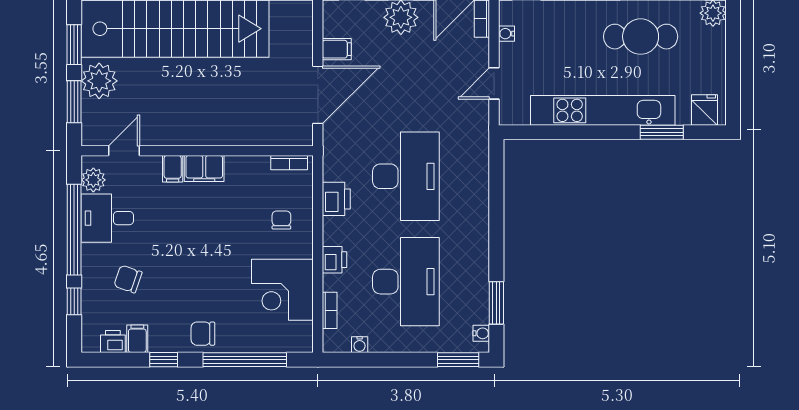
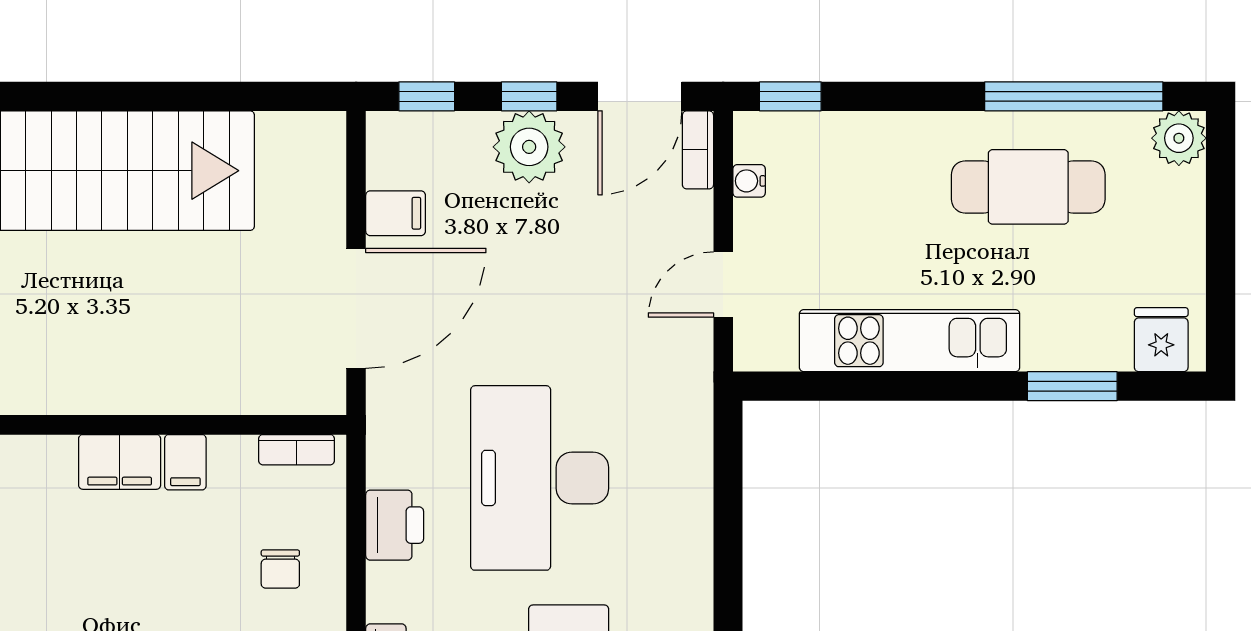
kitchen unit: (603, 110) -> (910, 341), width x0.73
filing cabinet: (173, 169) -> (185, 462), moved
desk: (406, 176) -> (540, 478), turned 180
chair: (281, 220) -> (280, 569), turned 180

